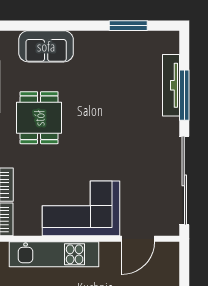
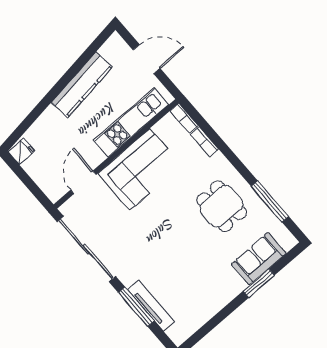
window: (128, 26) -> (259, 283), moved

